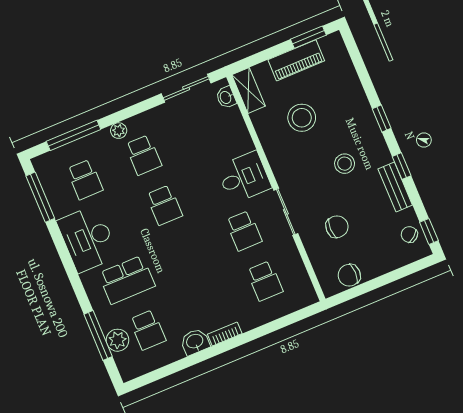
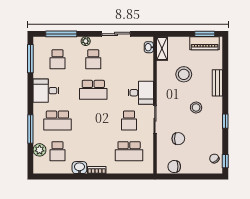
piano: (296, 60) -> (205, 43), moved
sliding door: (186, 88) -> (116, 34), moved
window: (382, 119) -> (225, 92), removed
bench: (395, 187) -> (217, 83), moved
school desk: (164, 205) -> (93, 90), width x1.85
desk: (88, 239) -> (46, 91), width x0.73
school desk: (265, 281) -> (129, 151), width x1.85
window: (98, 335) -> (30, 129), moved

